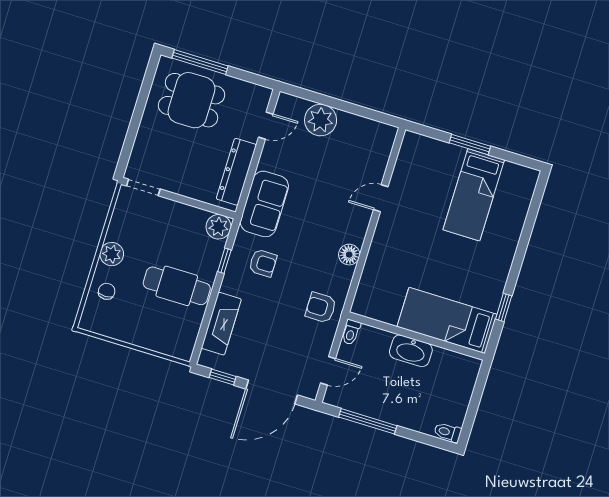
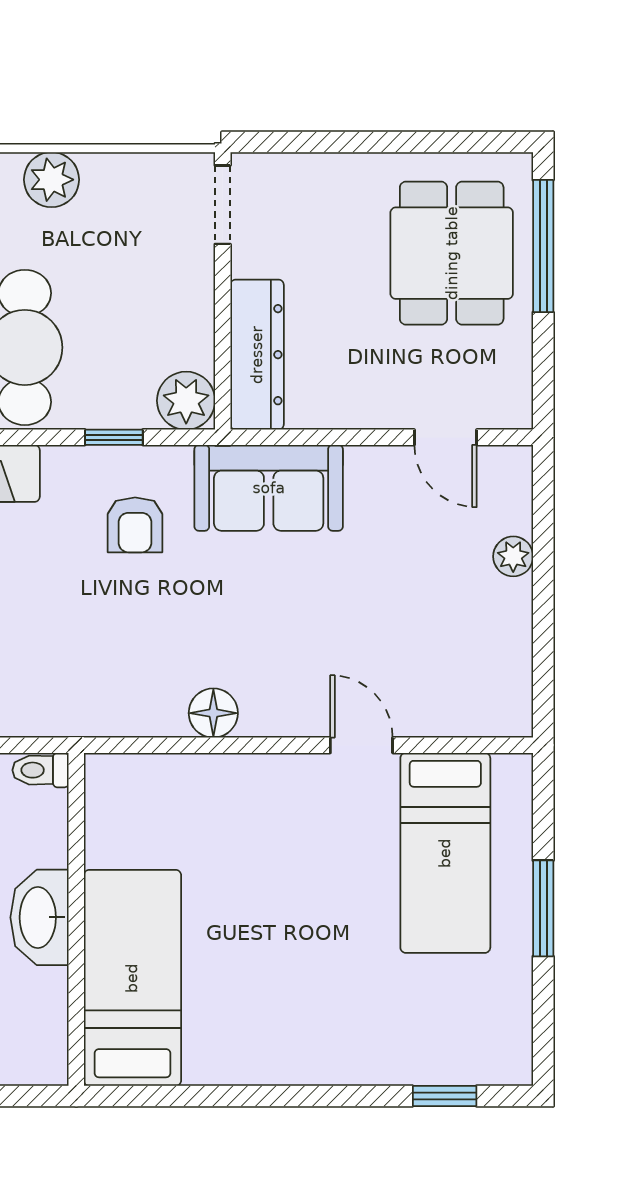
plant: (321, 120) -> (513, 556), width x0.53, depth x0.53
dresser: (236, 172) -> (257, 355), moved, turned 90
bed: (474, 195) -> (445, 853), moved, turned -90
window: (504, 307) -> (445, 1096), moved
armchair: (321, 308) -> (75, 686), removed

